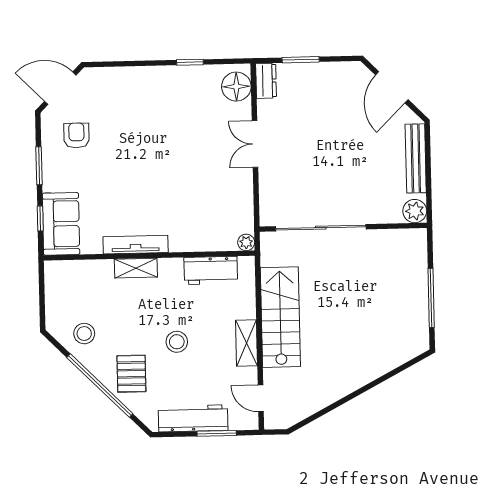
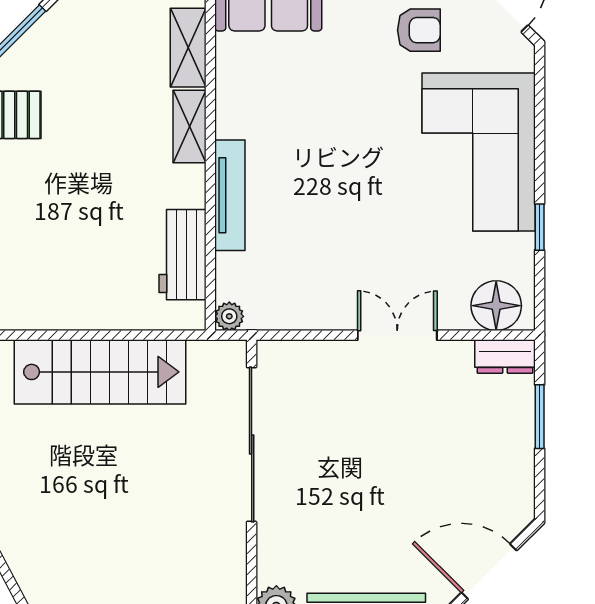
corner sofa: (147, 99) -> (479, 152), added
tv unit: (136, 245) -> (230, 195), moved
stool: (84, 334) -> (80, 36), removed
stool: (177, 342) -> (62, 194), removed
shelving: (246, 343) -> (188, 48), moved, turned 90

